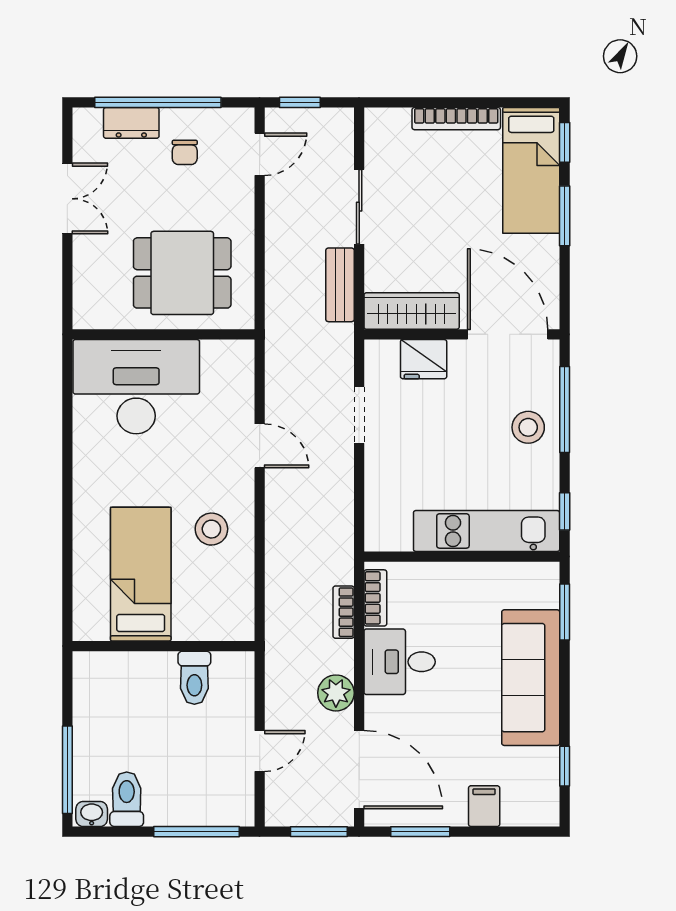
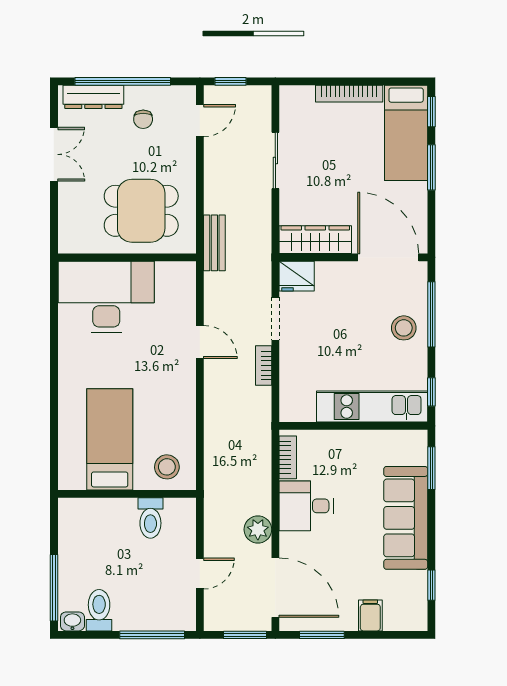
dresser: (131, 123) -> (93, 97), width x1.44
bench: (340, 285) -> (214, 243), moved
fridge: (424, 359) -> (297, 276), moved
stool: (211, 529) -> (167, 467), moved
bookcase: (344, 612) -> (264, 366), moved

